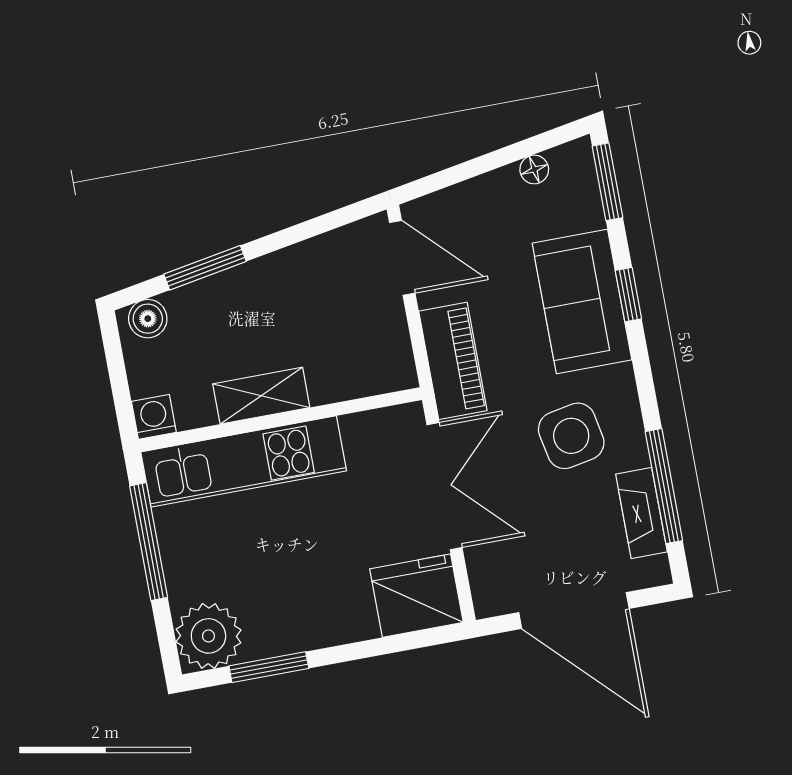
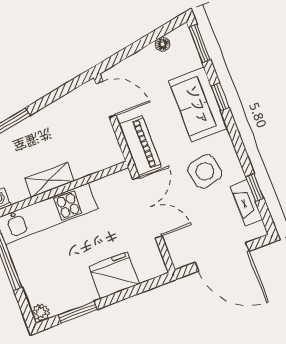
window: (664, 486) -> (255, 188), width x0.46
fridge: (416, 596) -> (114, 275), moved
plant: (208, 636) -> (41, 312), width x0.53, depth x0.53

